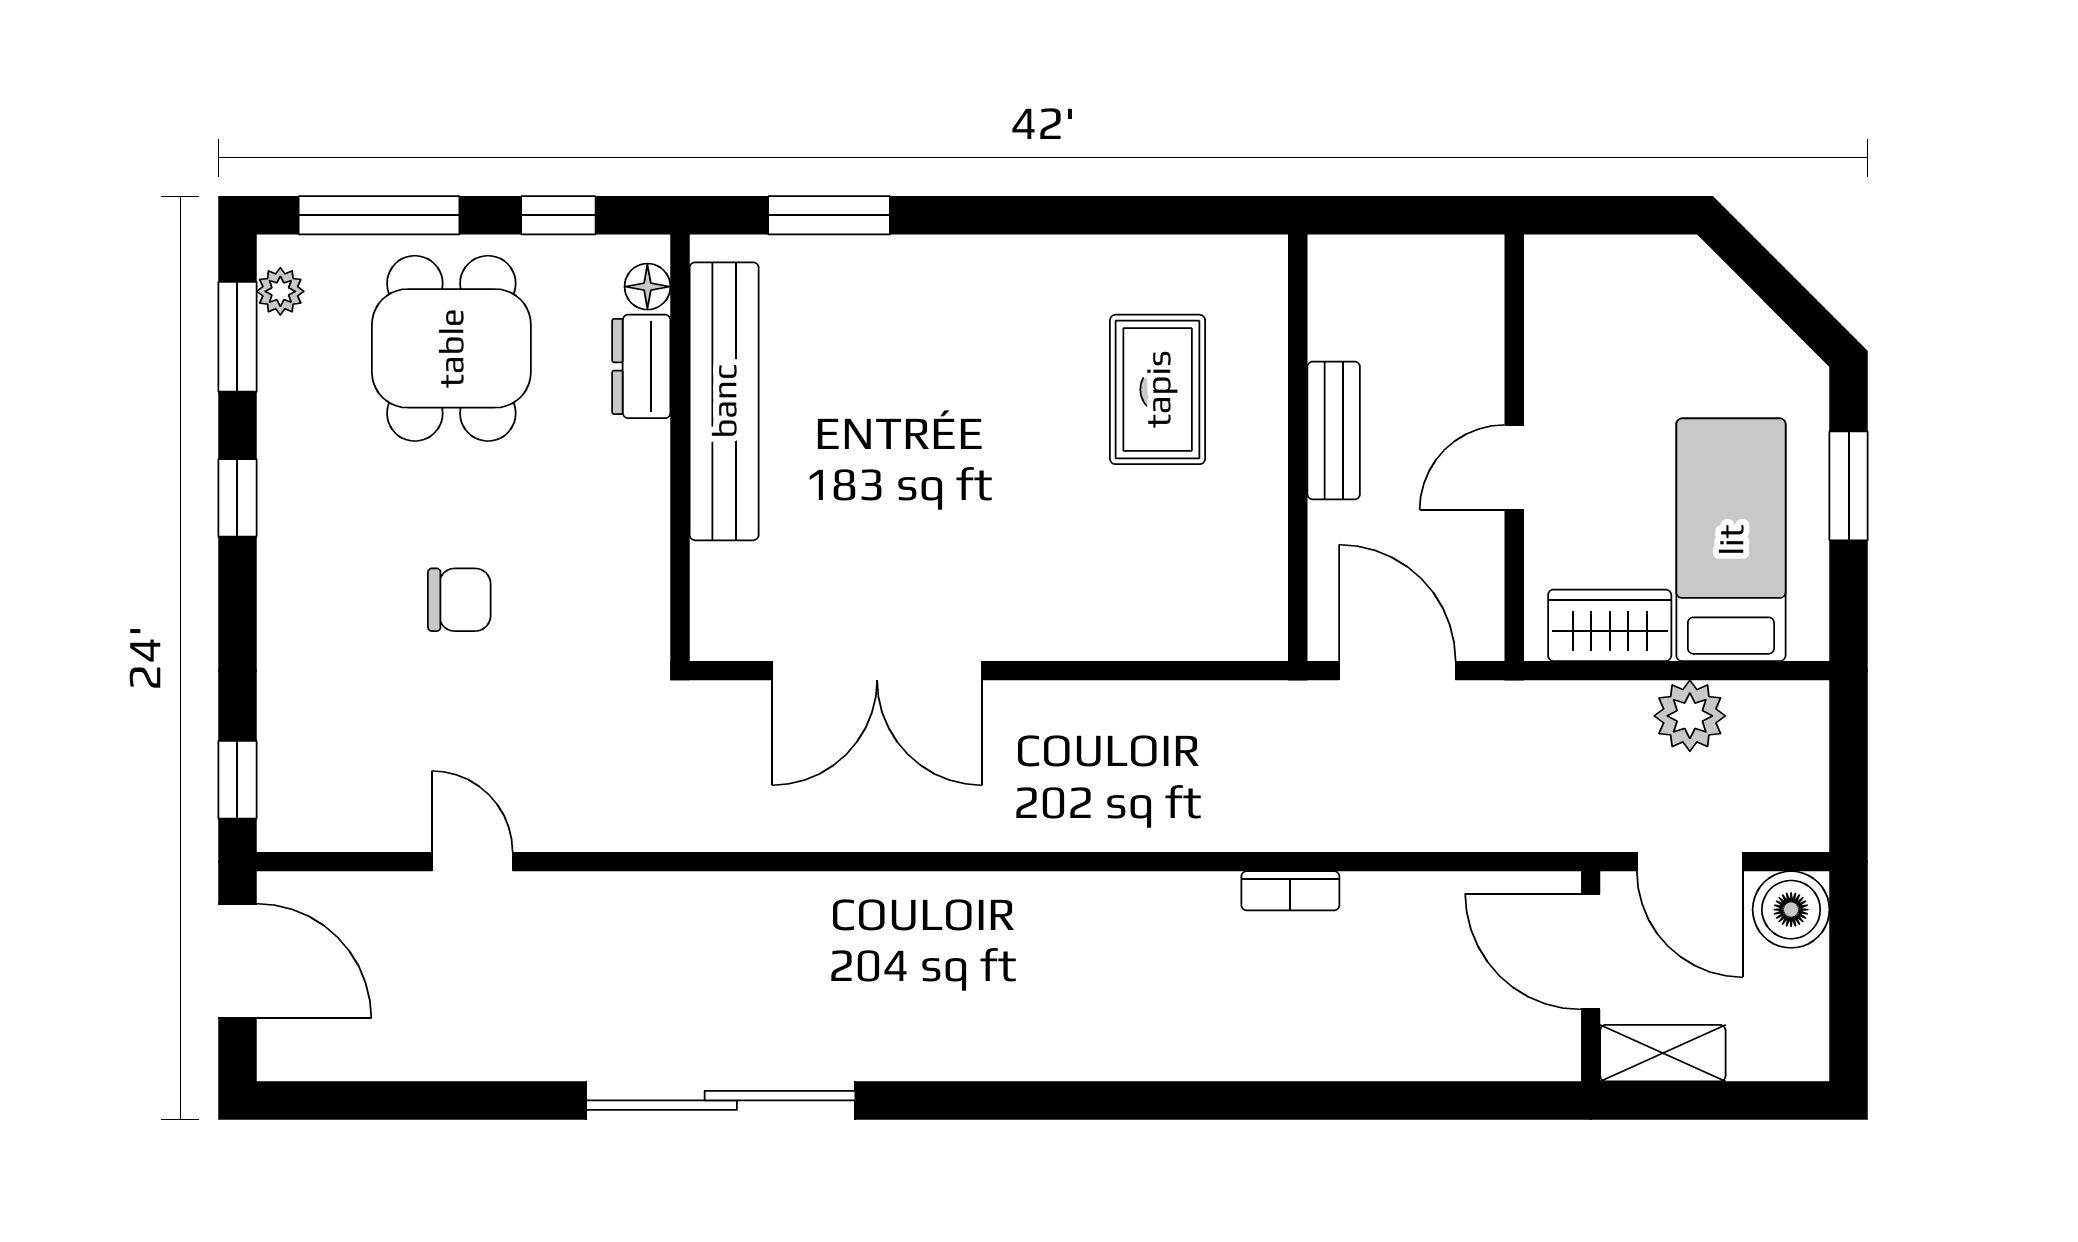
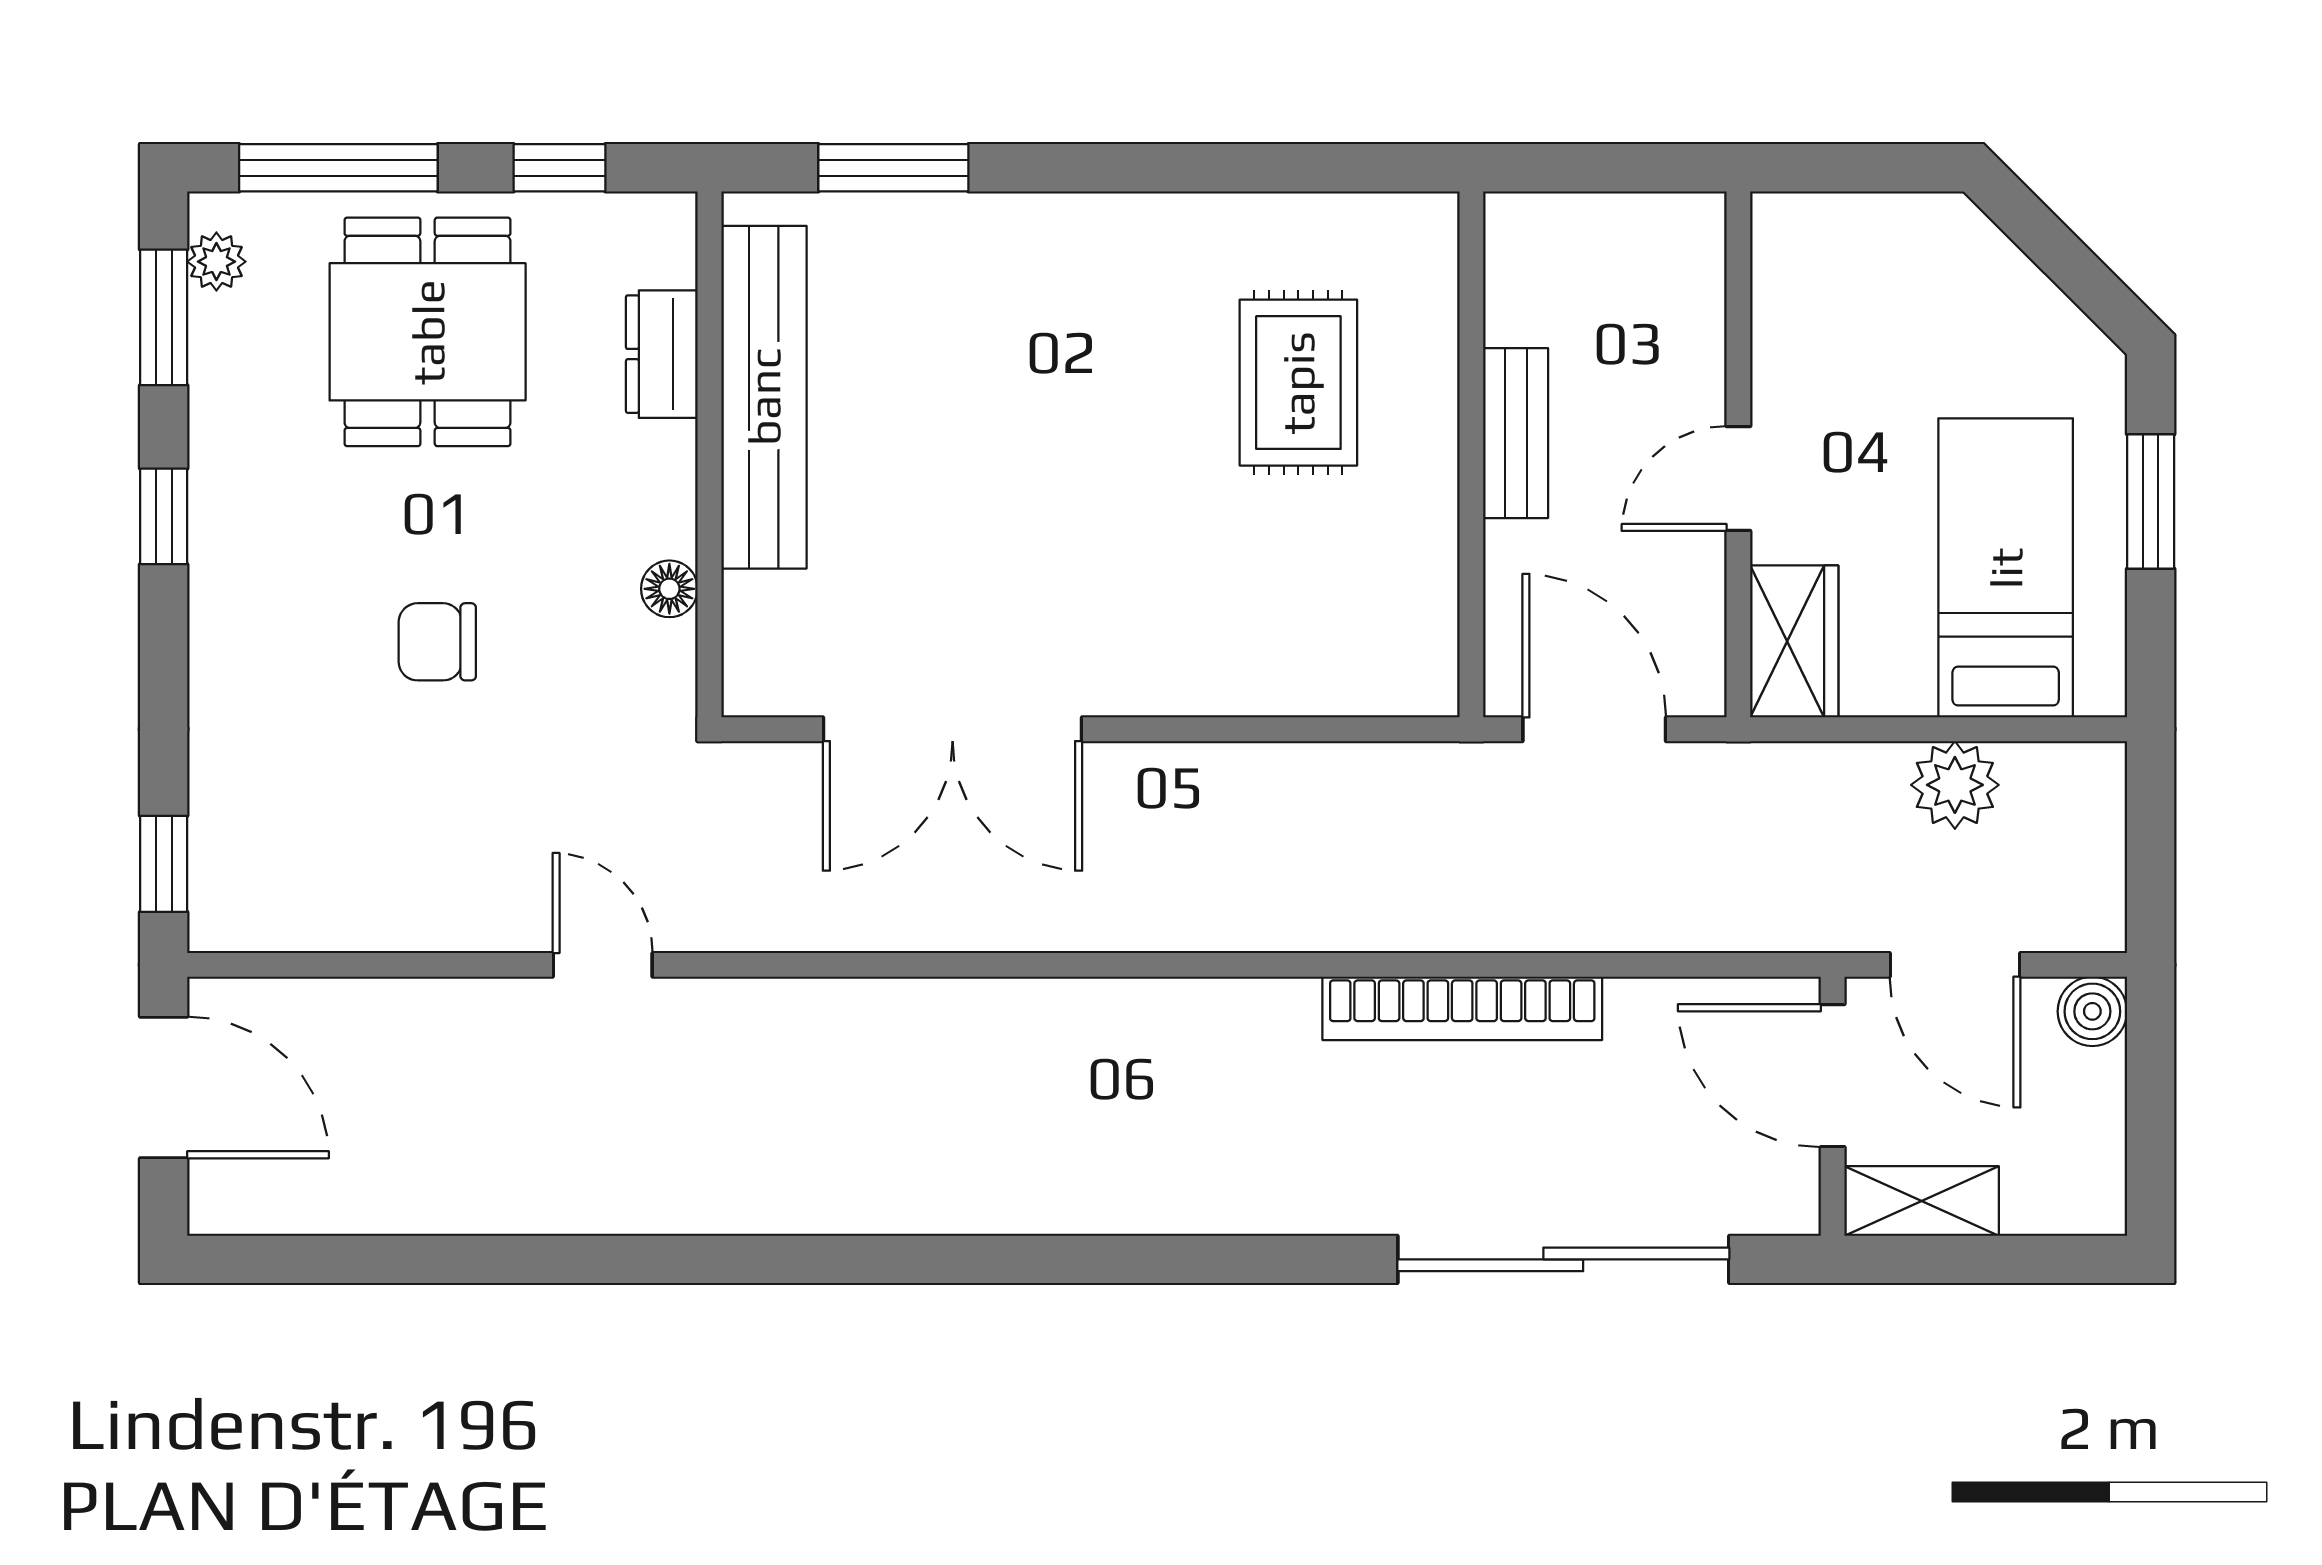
floor lamp: (647, 287) -> (669, 589), moved
chair: (459, 600) -> (437, 642), turned 180
wardrobe: (1610, 625) -> (1794, 641), moved, turned 90
door: (472, 862) -> (603, 965), moved
bookcase: (1290, 891) -> (1462, 1008), width x2.31, depth x1.31
boiler: (1791, 910) -> (2092, 1011), width x0.73, depth x0.73
sliding door: (721, 1100) -> (1563, 1259), moved

